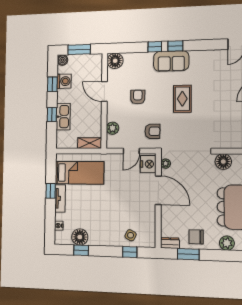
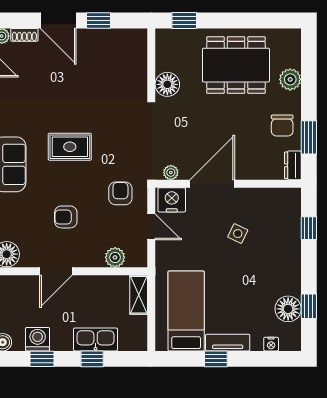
side table: (131, 235) -> (238, 234), moved

